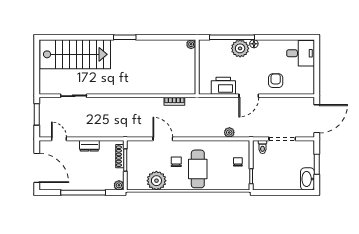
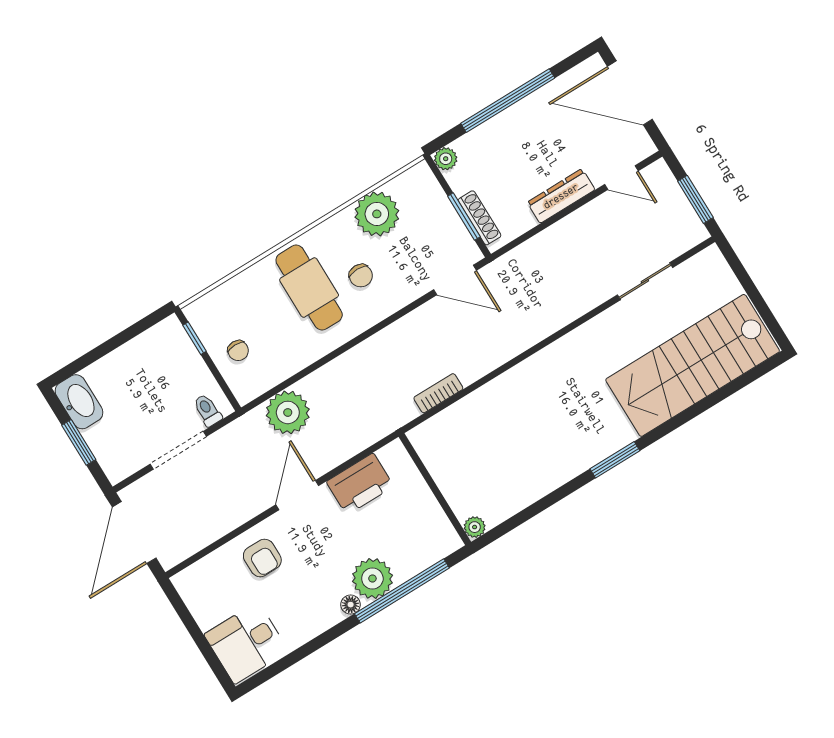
plant: (229, 132) -> (288, 412), width x1.88, depth x1.88
door: (163, 139) -> (455, 280), moved
dresser: (89, 146) -> (561, 196), width x1.44

